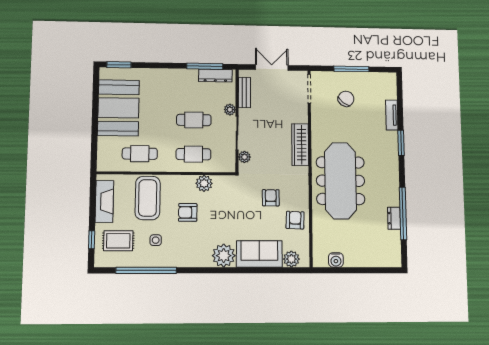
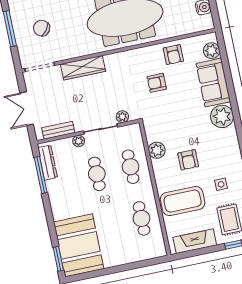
booth: (118, 108) -> (79, 245), moved, turned 90
wardrobe: (300, 145) -> (83, 68), moved
armchair: (295, 220) -> (173, 55), turned -92

